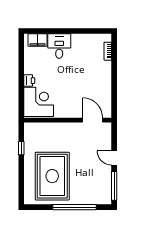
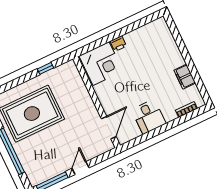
filing cabinet: (37, 40) -> (185, 77), moved
desk: (59, 46) -> (149, 117), moved, turned 90

